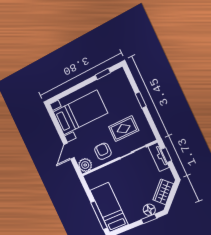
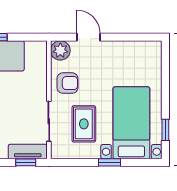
bed with nightstands: (80, 112) -> (131, 123), moved, turned 180

